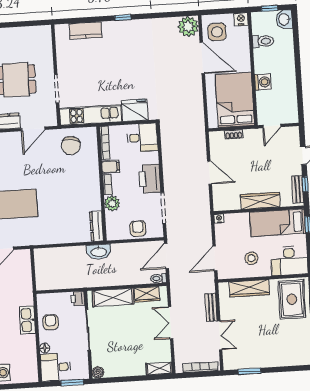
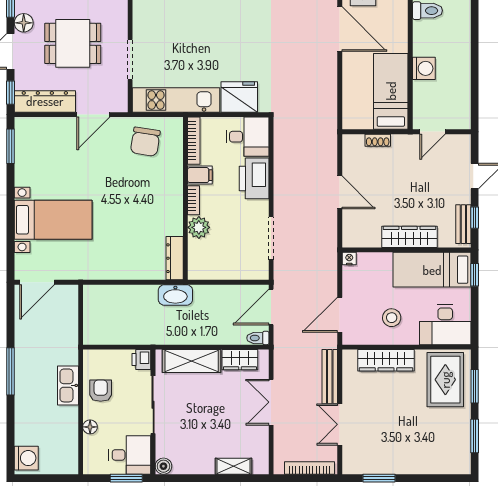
bed: (235, 100) -> (391, 91), width x0.67
printer: (150, 179) -> (254, 178), moved
armchair: (138, 229) -> (233, 266), removed
bench: (211, 307) -> (330, 377), width x1.36
double door: (220, 335) -> (340, 424), swing flipped
desk: (56, 367) -> (130, 455), moved, turned 180
shelving: (159, 369) -> (233, 466), moved

